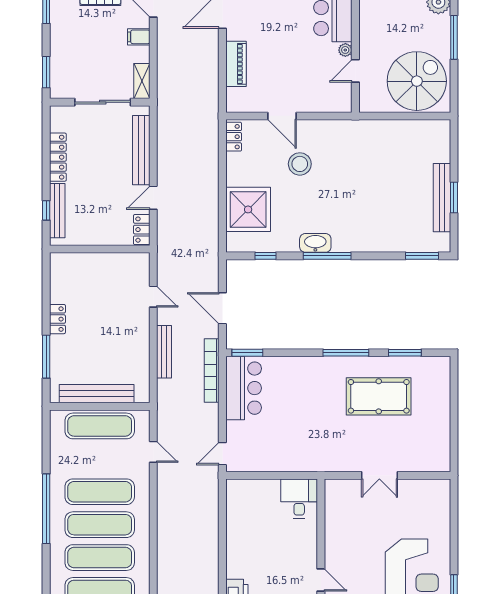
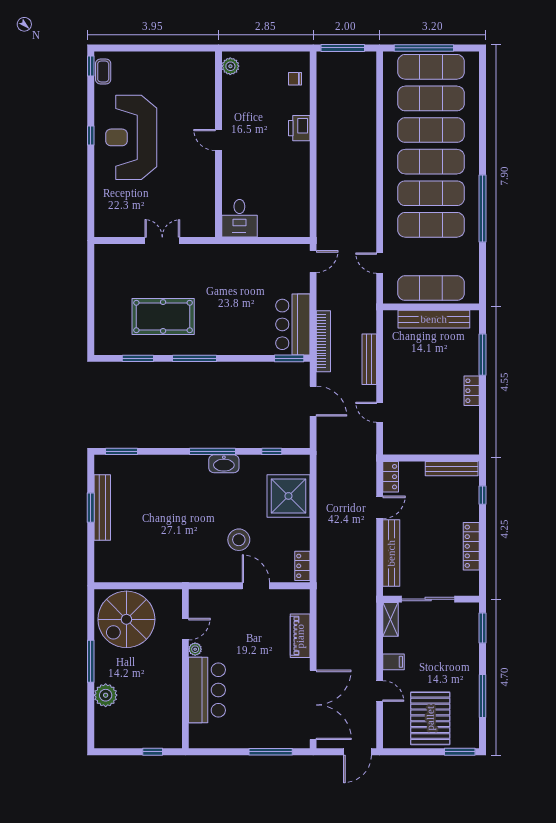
bench: (57, 211) -> (452, 469), moved, turned 90

